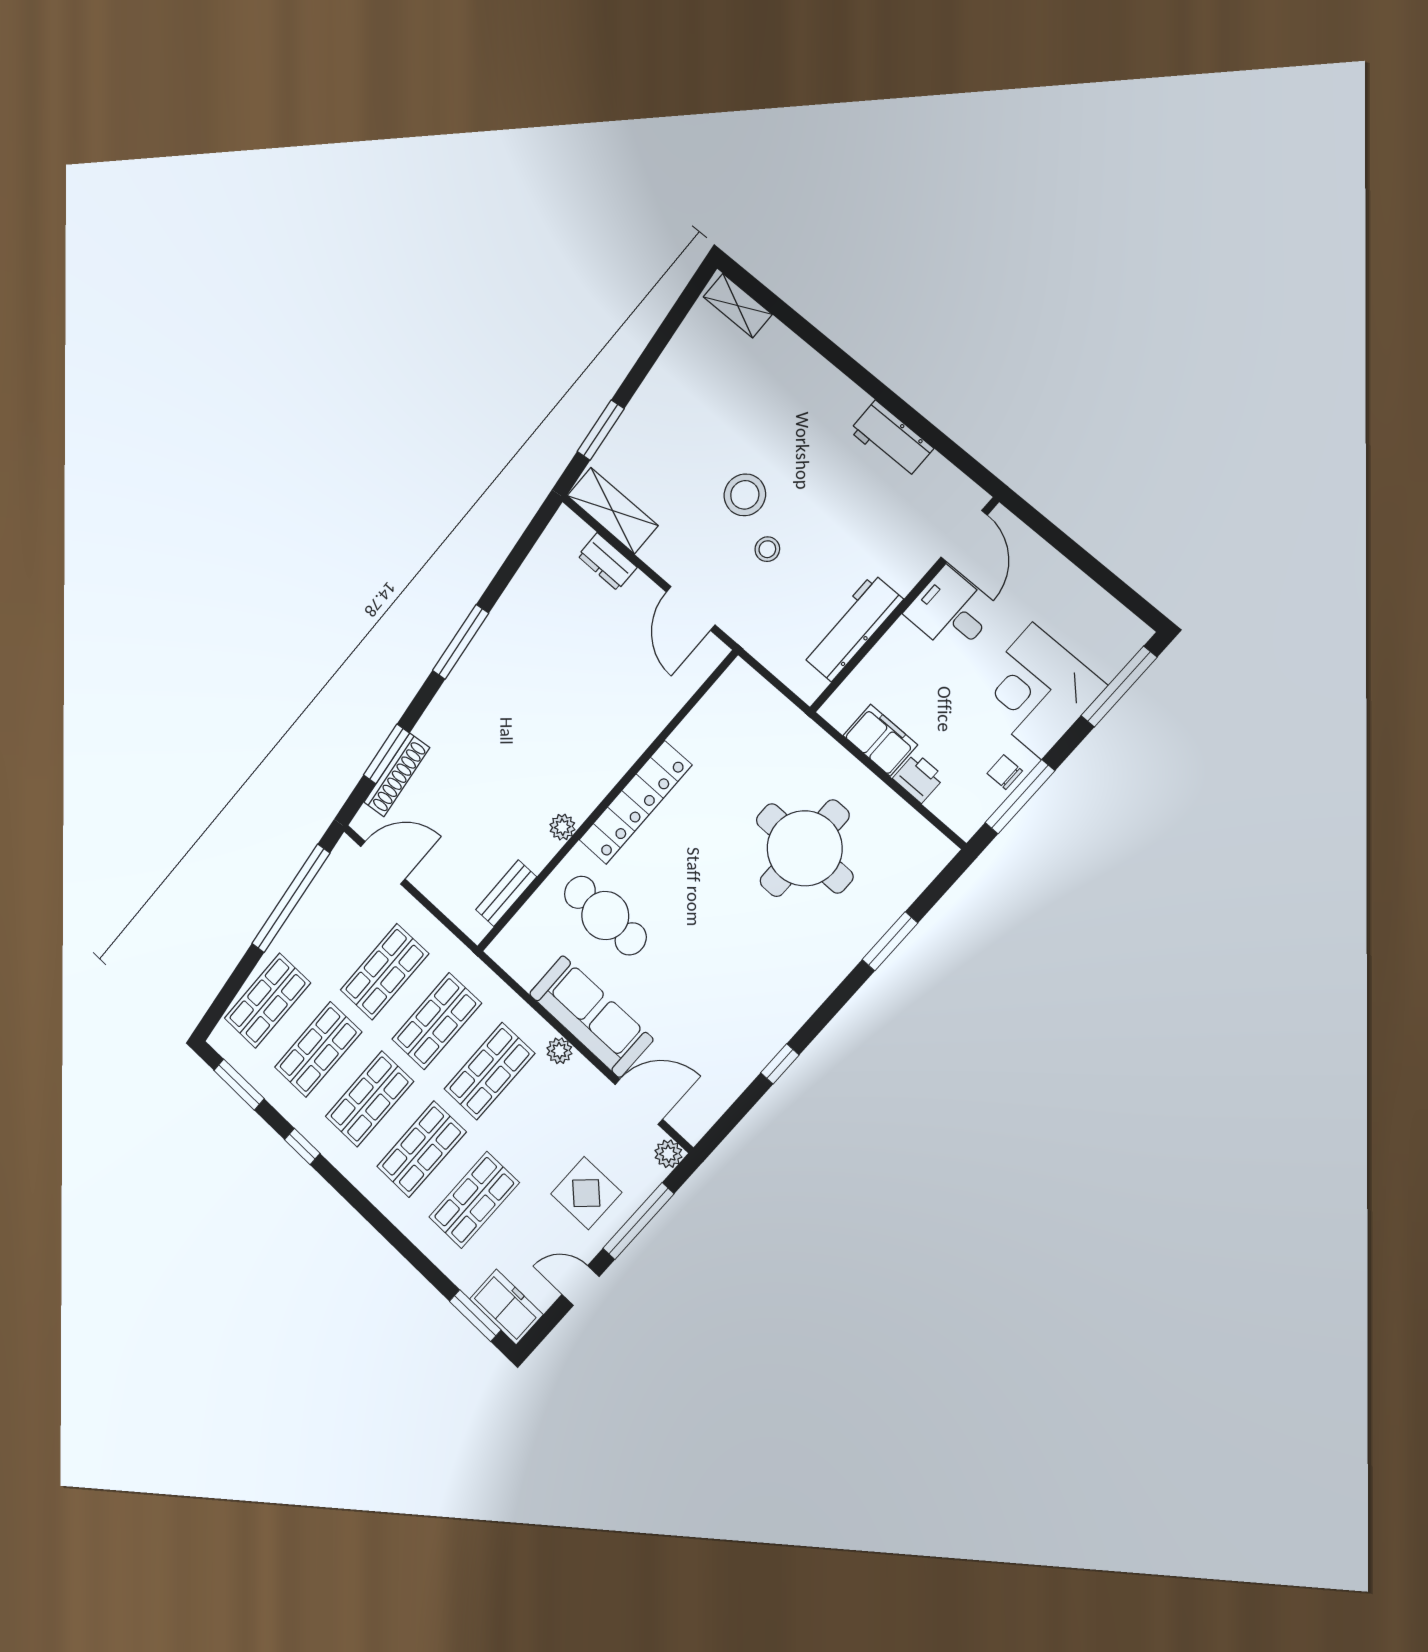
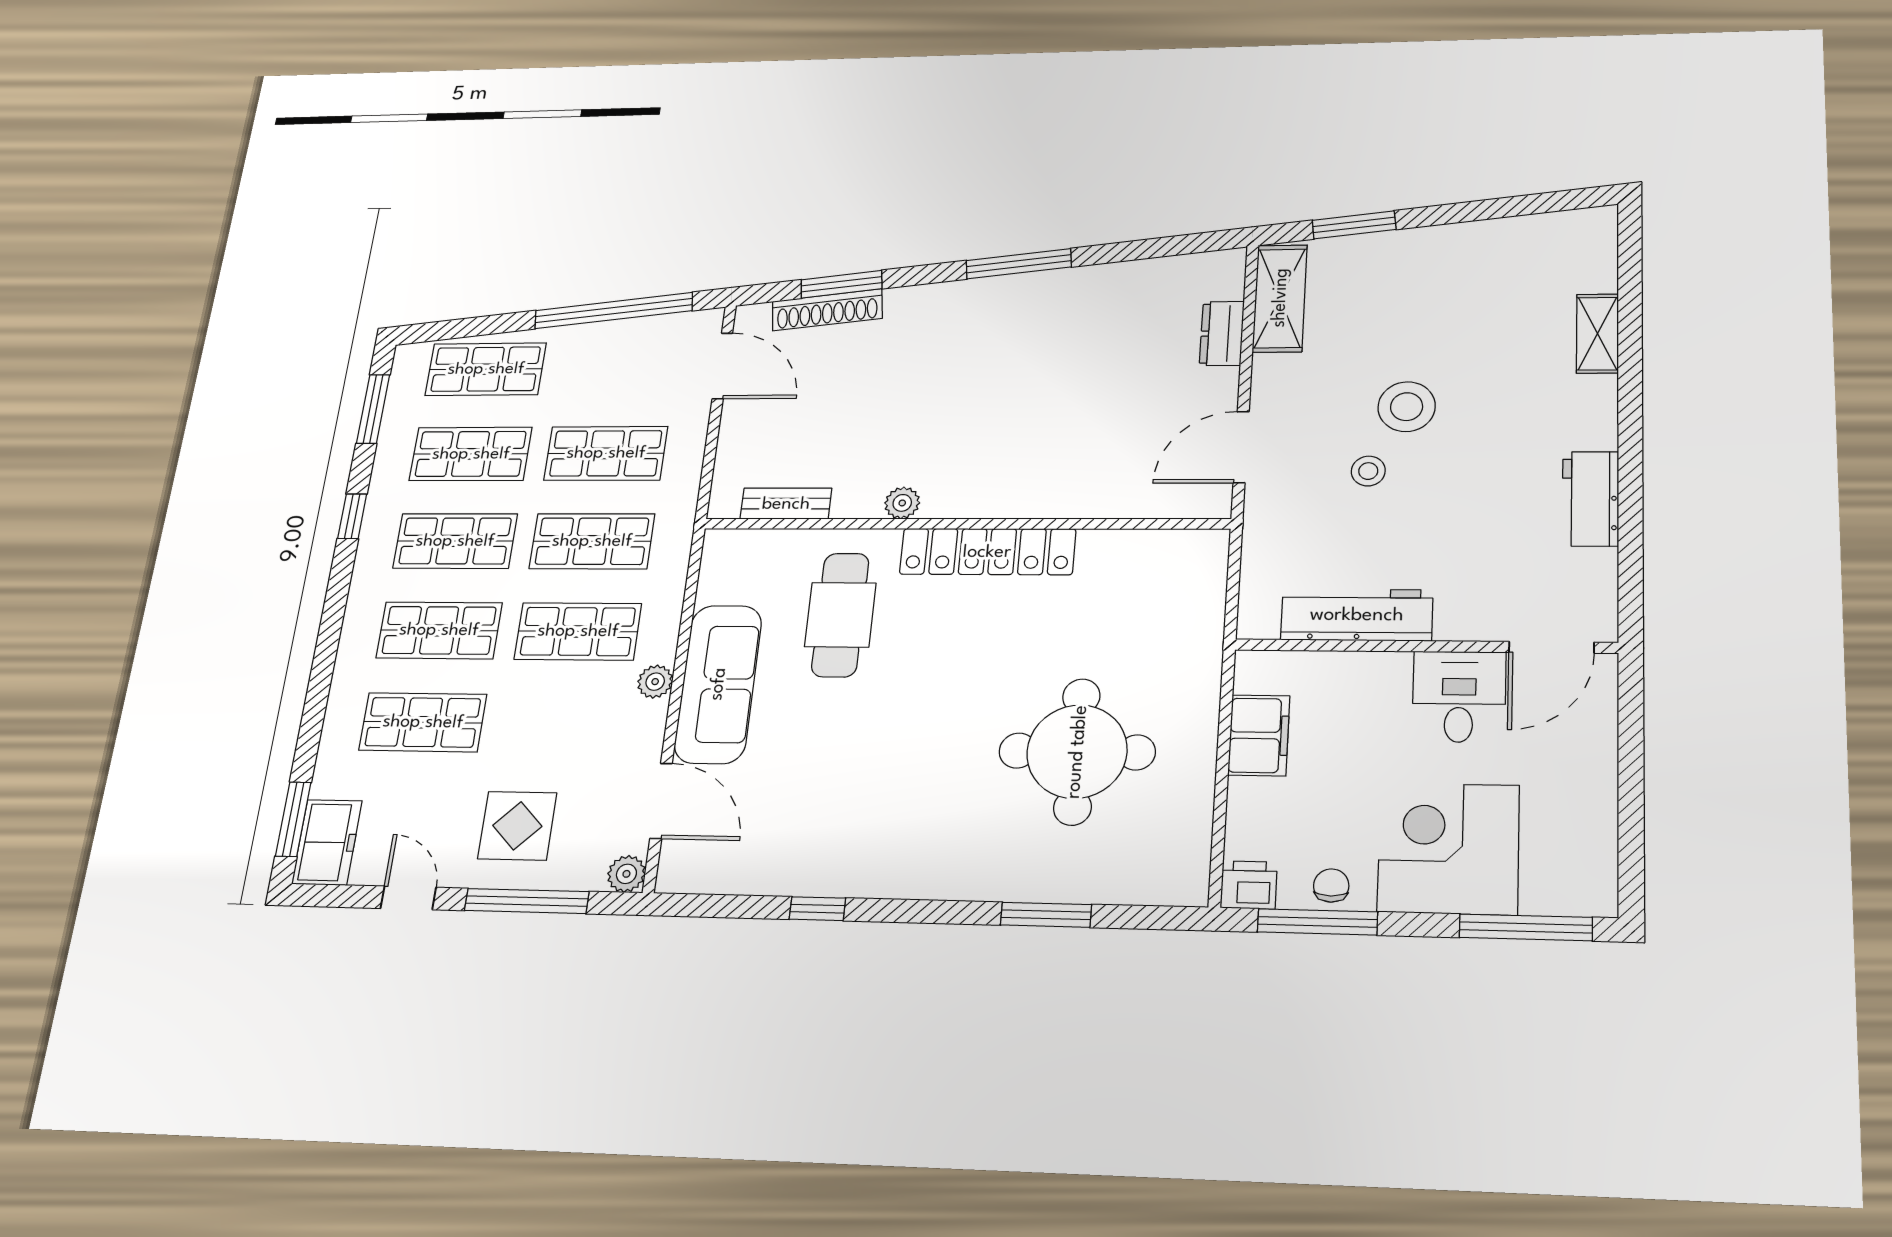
shelving: (738, 306) -> (1598, 334), moved
printer: (919, 778) -> (1249, 885), moved, turned -90

